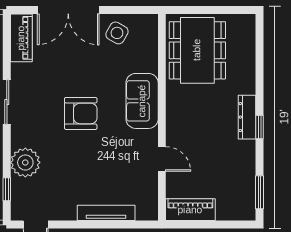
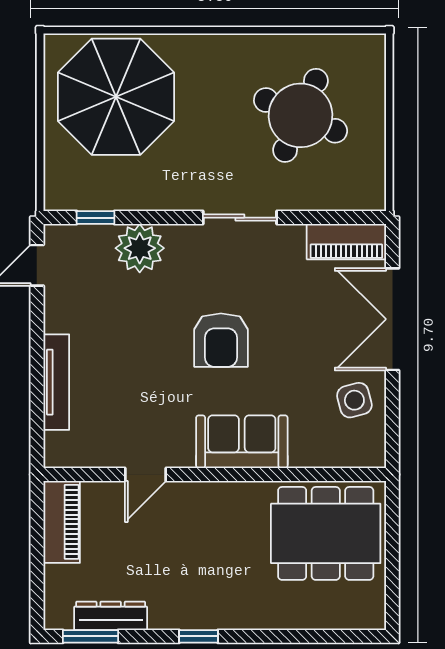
side table: (117, 33) -> (354, 400), turned 45
dresser: (247, 117) -> (111, 616), moved

